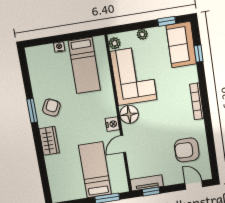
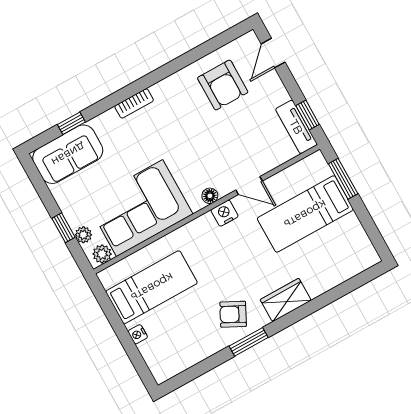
window: (167, 21) -> (63, 228), moved
plant: (142, 34) -> (83, 235), moved
bookcase: (197, 101) -> (134, 103), width x0.64
floor lamp: (129, 114) -> (210, 196), width x0.53, depth x0.53

